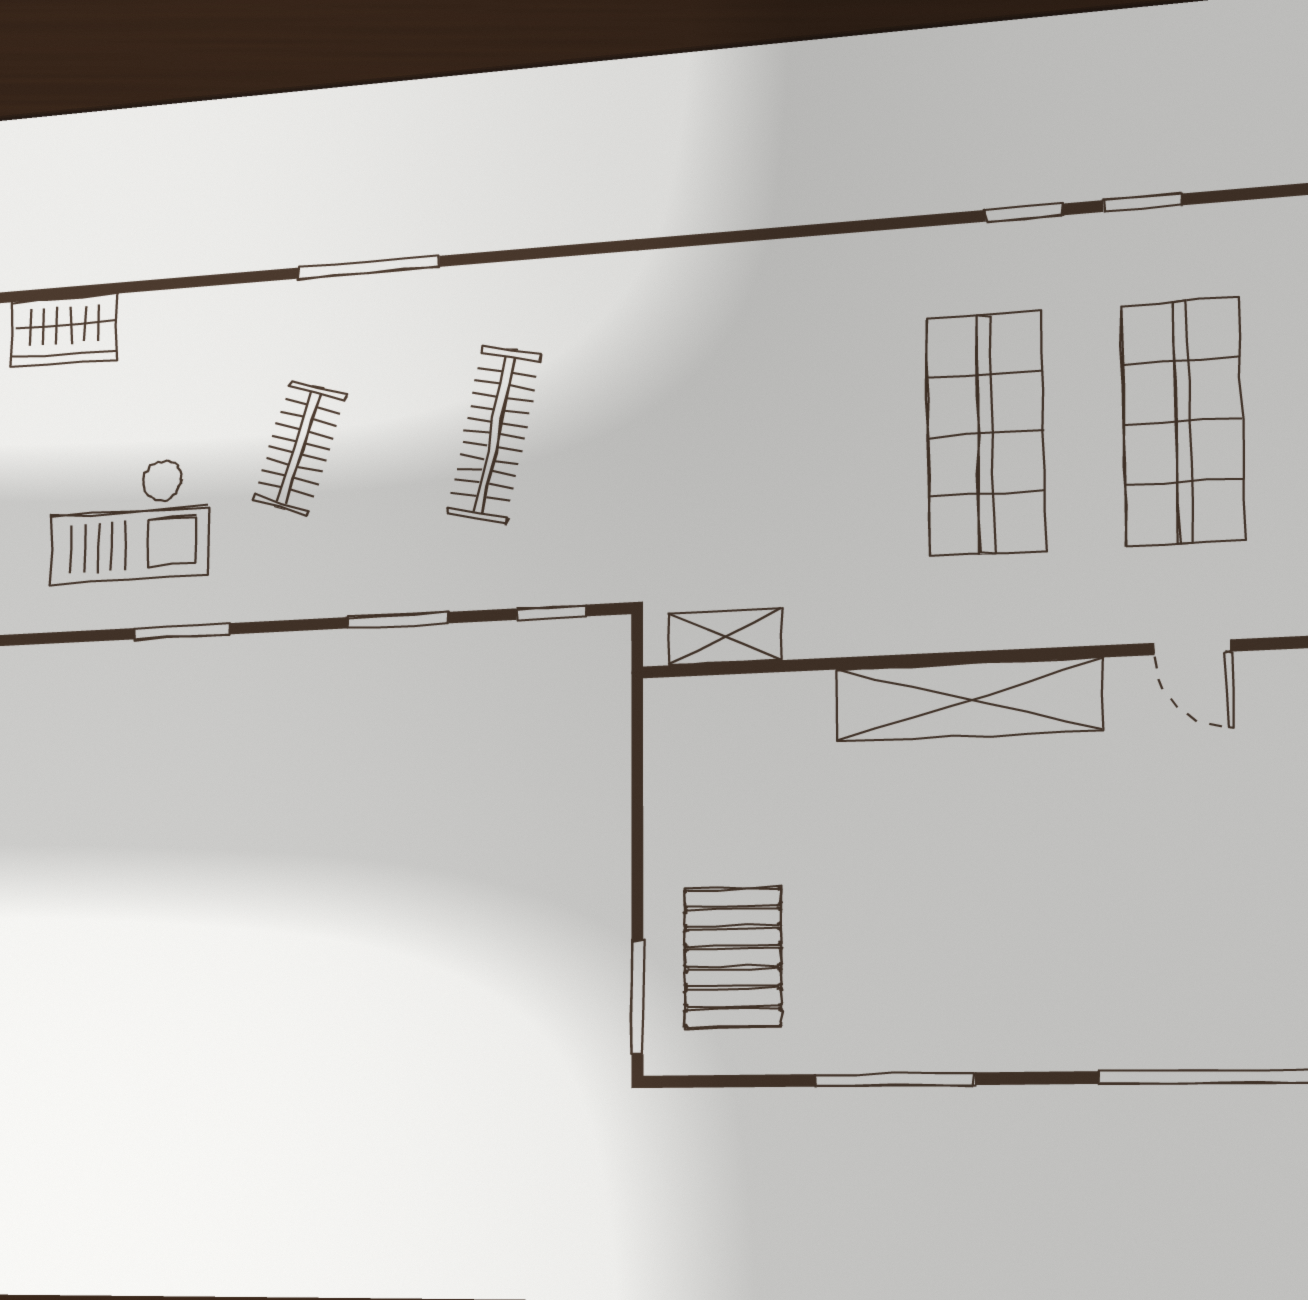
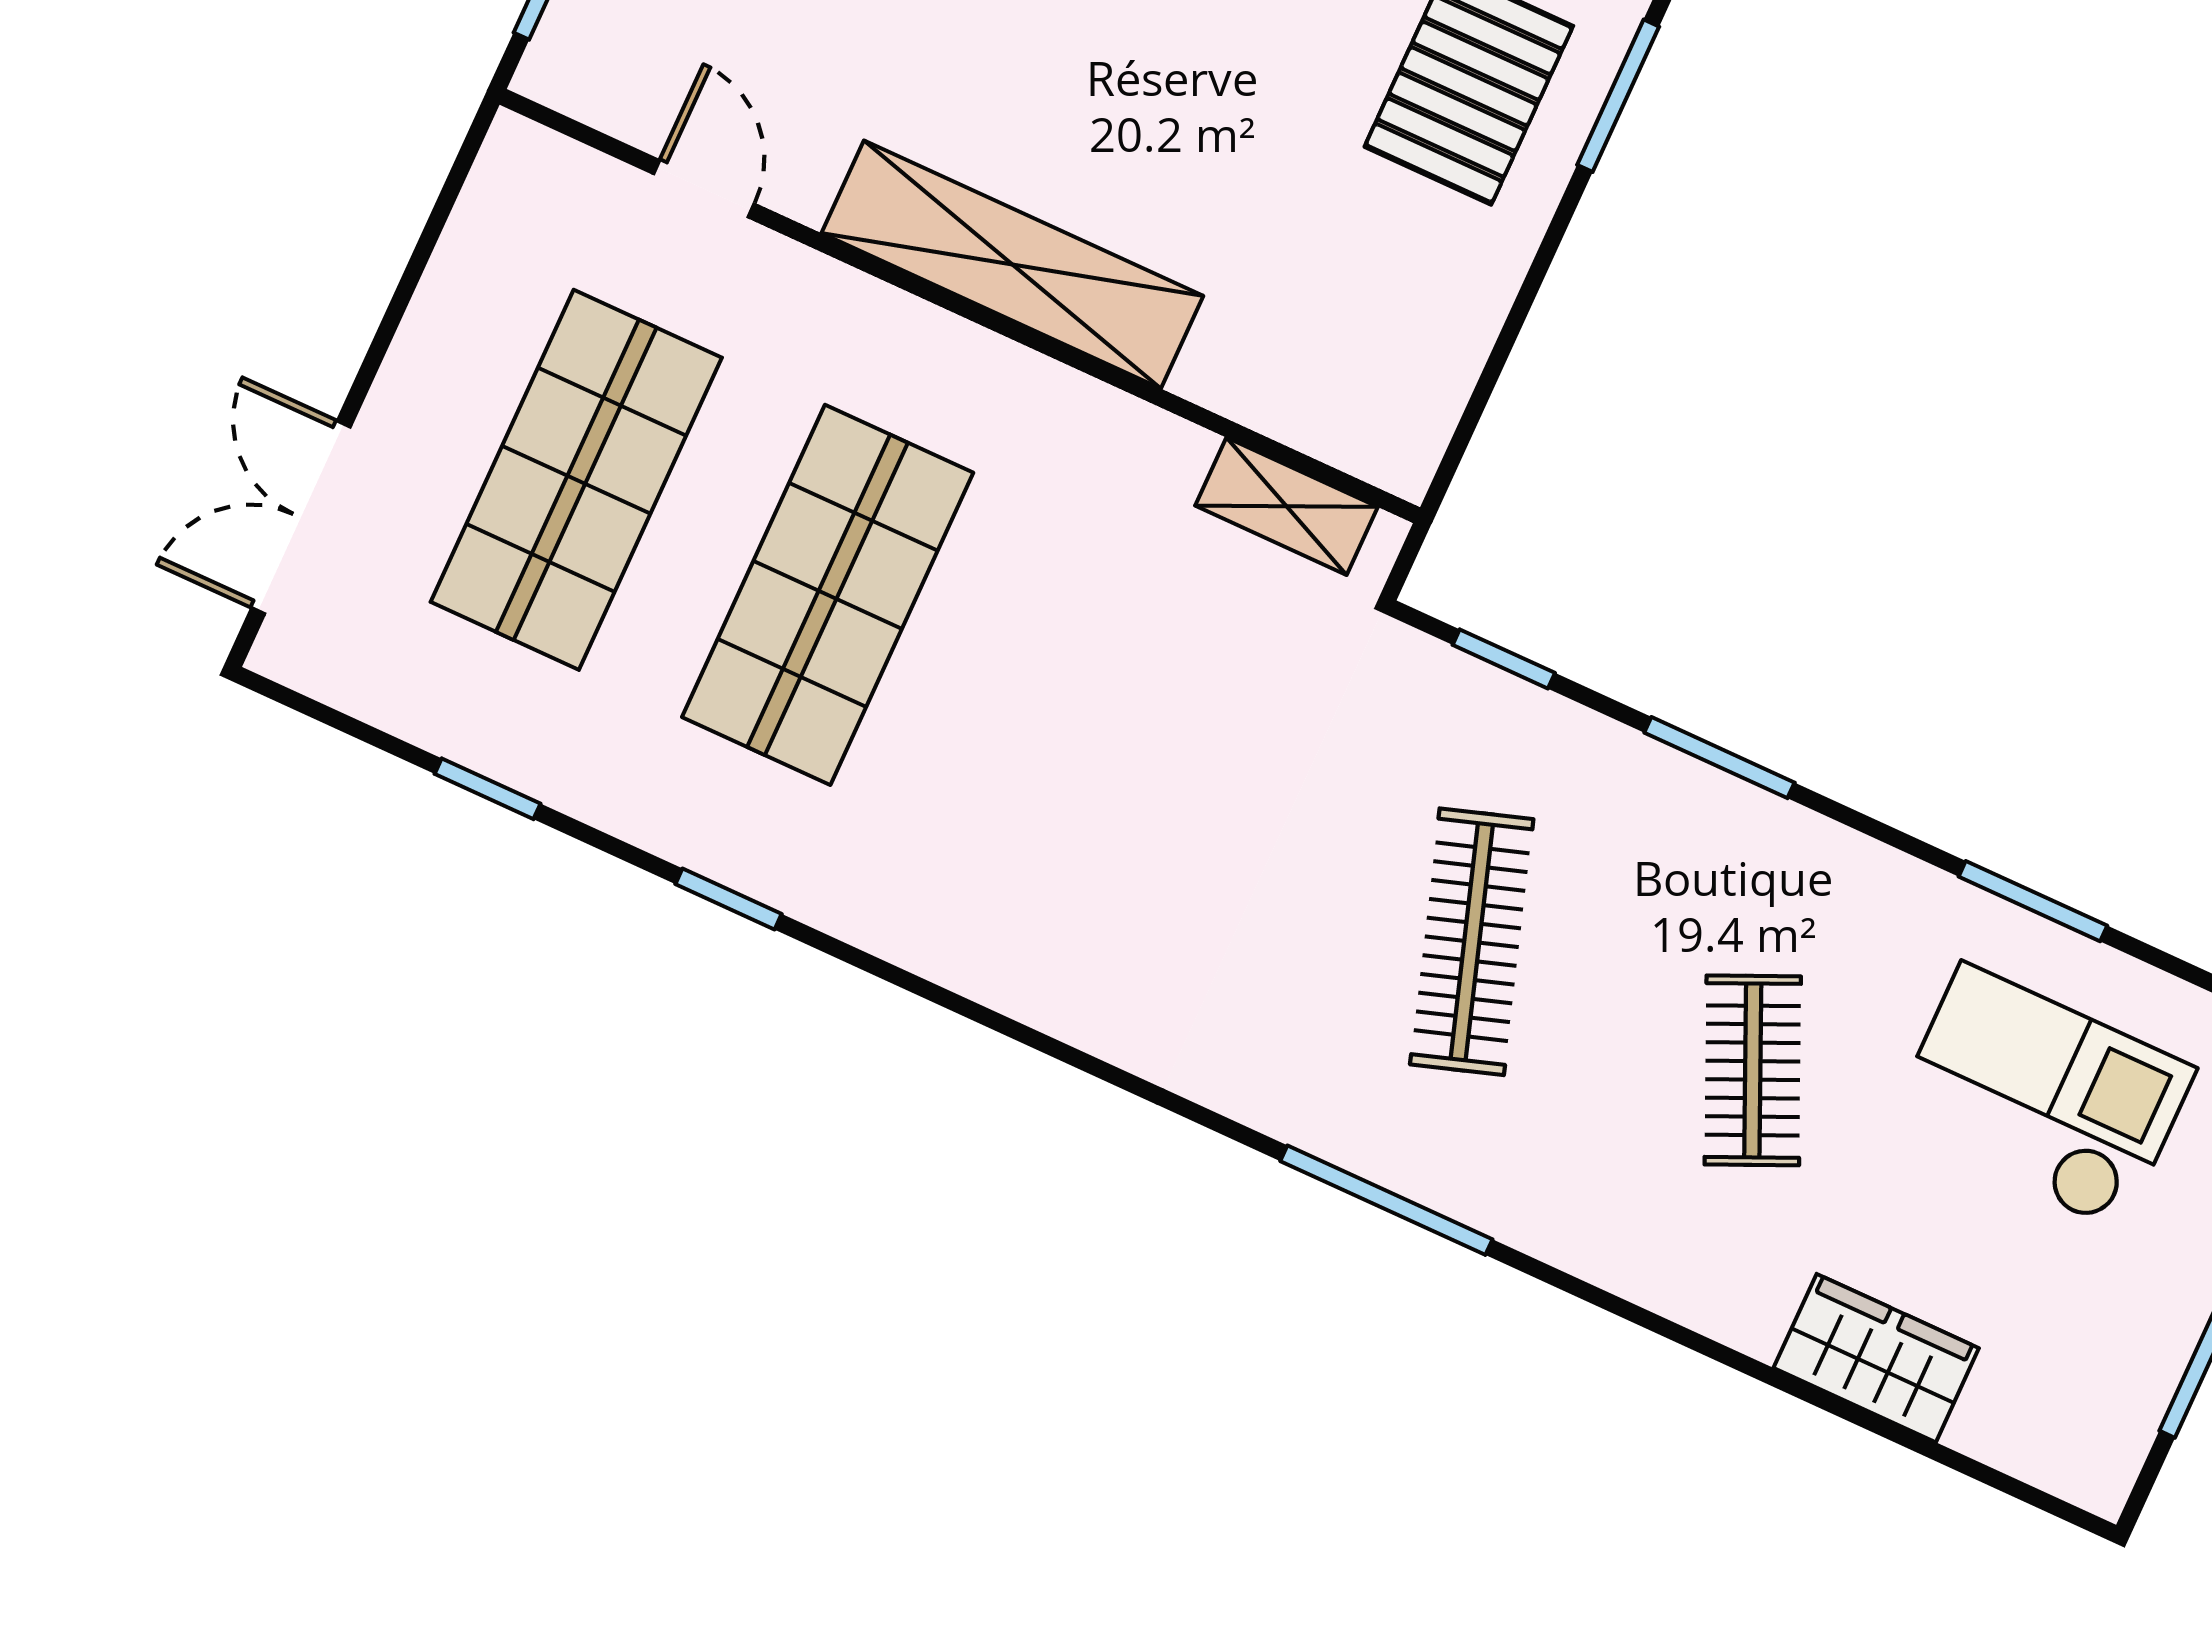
window: (1024, 213) -> (729, 899), moved
window: (368, 267) -> (1386, 1200), moved
wardrobe: (64, 330) -> (1876, 1358), moved
clothes rail: (494, 434) -> (1472, 942), turned -30
clothes rail: (299, 448) -> (1753, 1070), turned -42

